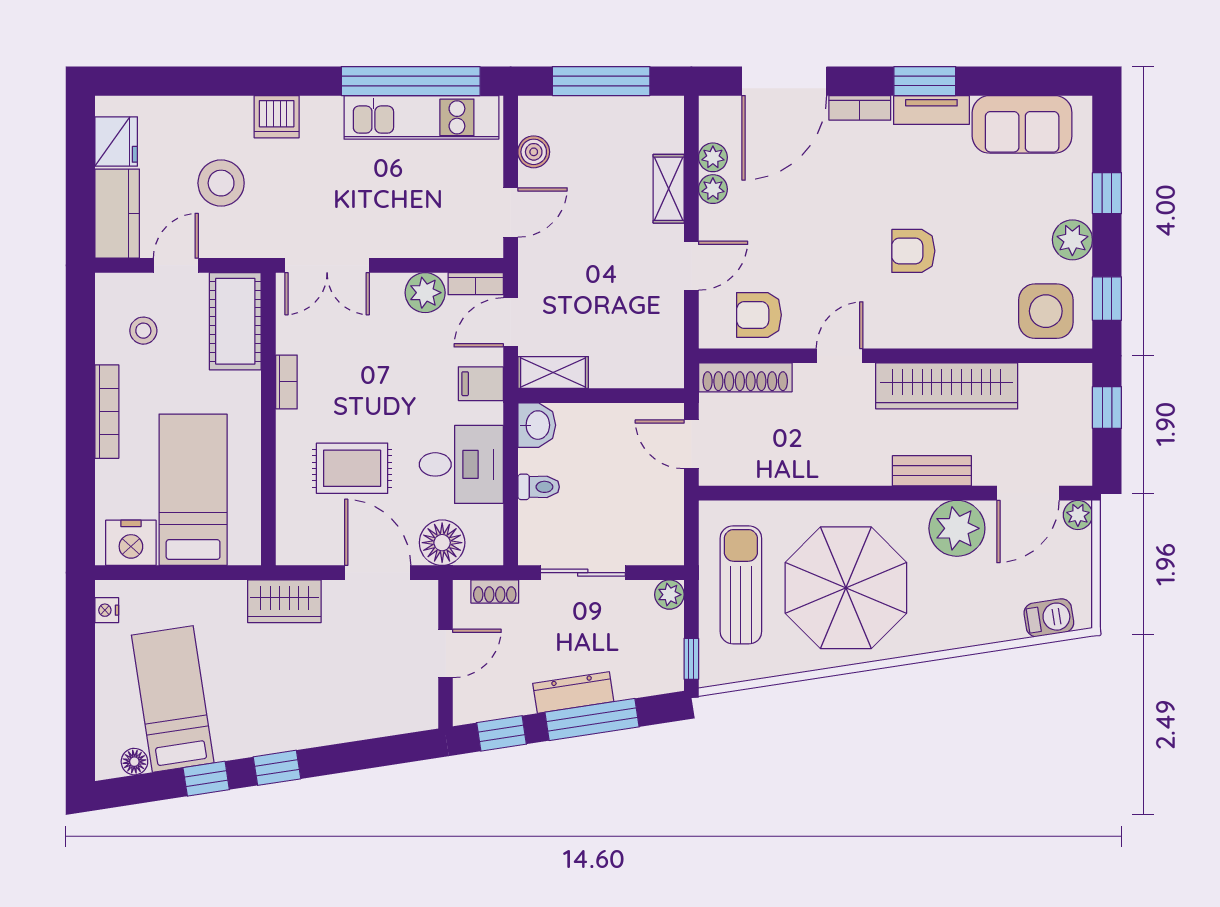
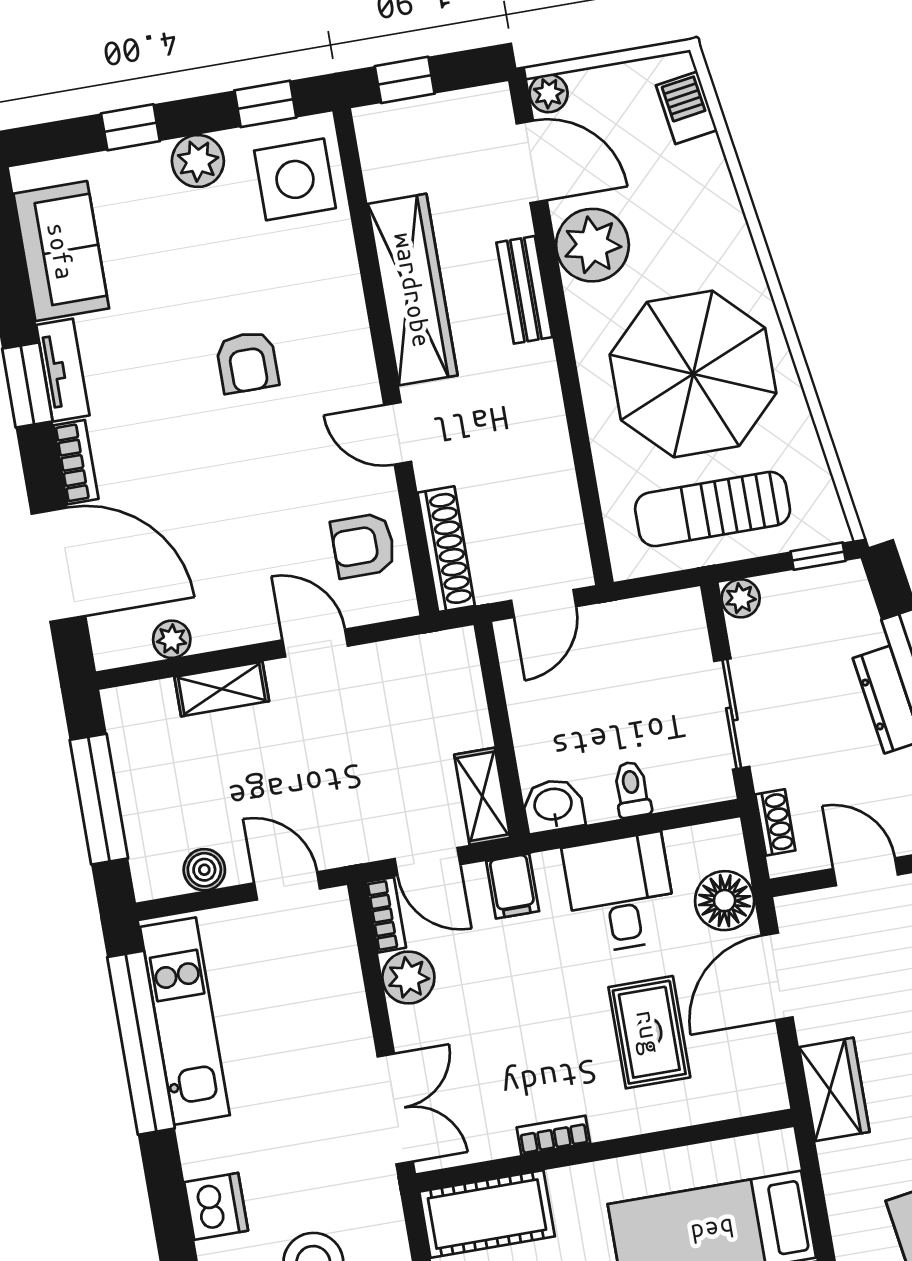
plant: (713, 189) -> (212, 632), removed
armchair: (759, 315) -> (363, 545), turned 90

